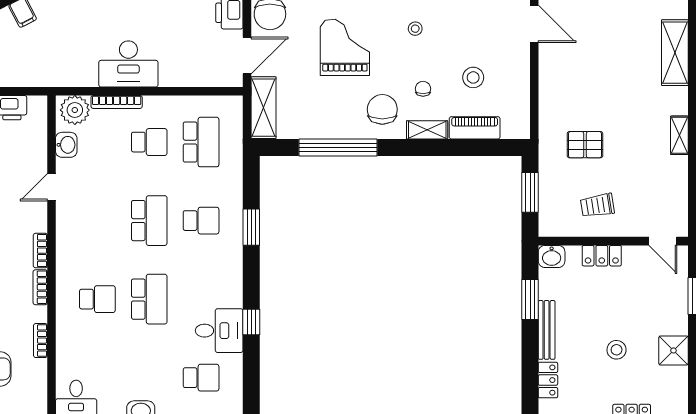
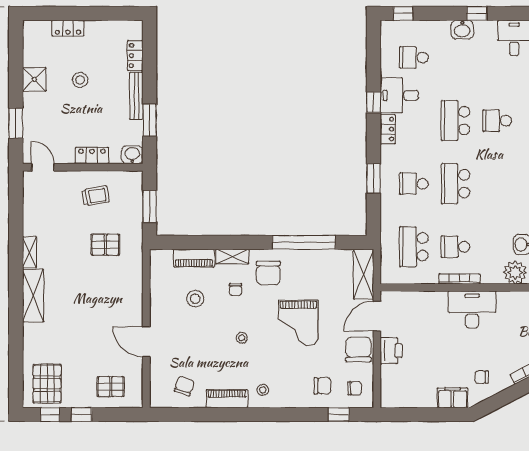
shelving: (675, 53) -> (33, 296), moved
bookcase: (117, 102) -> (459, 279), moved
locker: (234, 288) -> (388, 129), added

